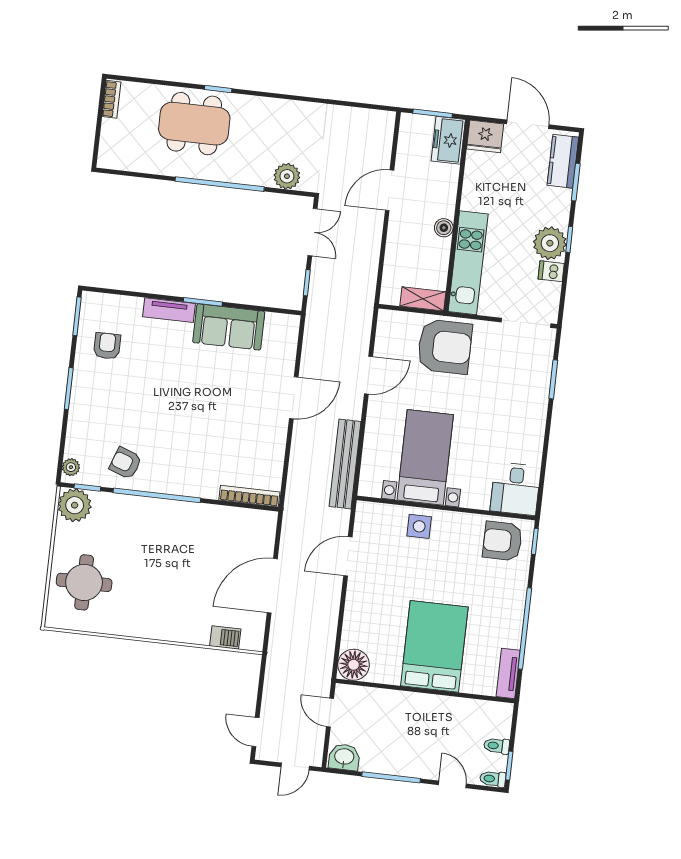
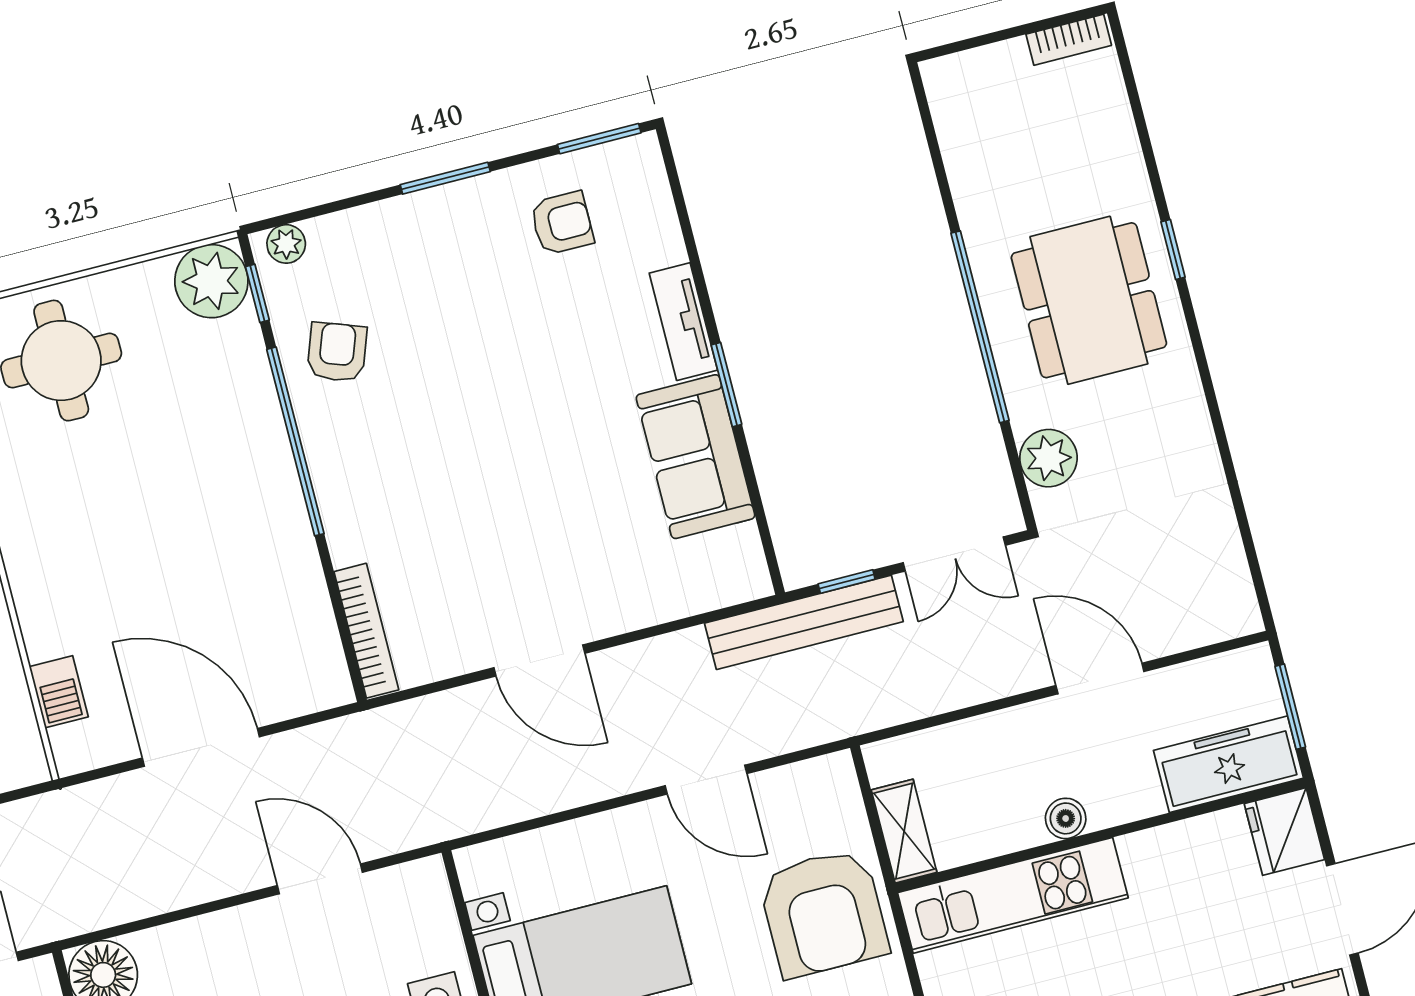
dining table: (194, 124) -> (1089, 300), moved
freezer: (448, 140) -> (1228, 764), width x1.40
door: (294, 398) -> (539, 660), moved
bench: (345, 464) -> (804, 622), moved

